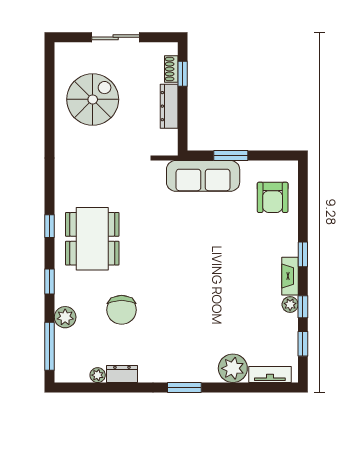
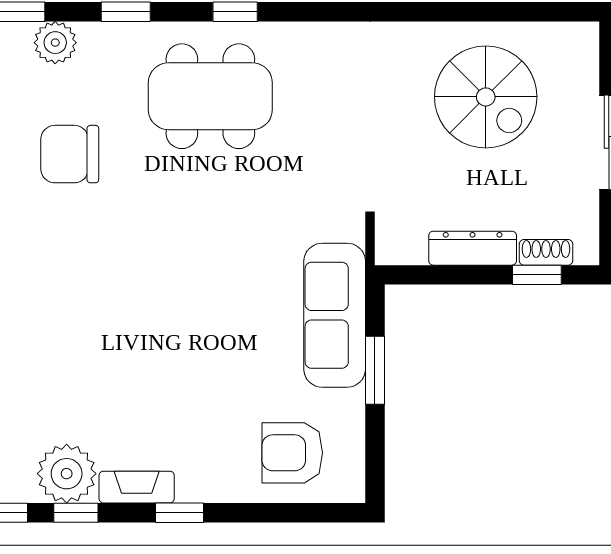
plant: (290, 305) -> (67, 474), width x1.87, depth x1.87

